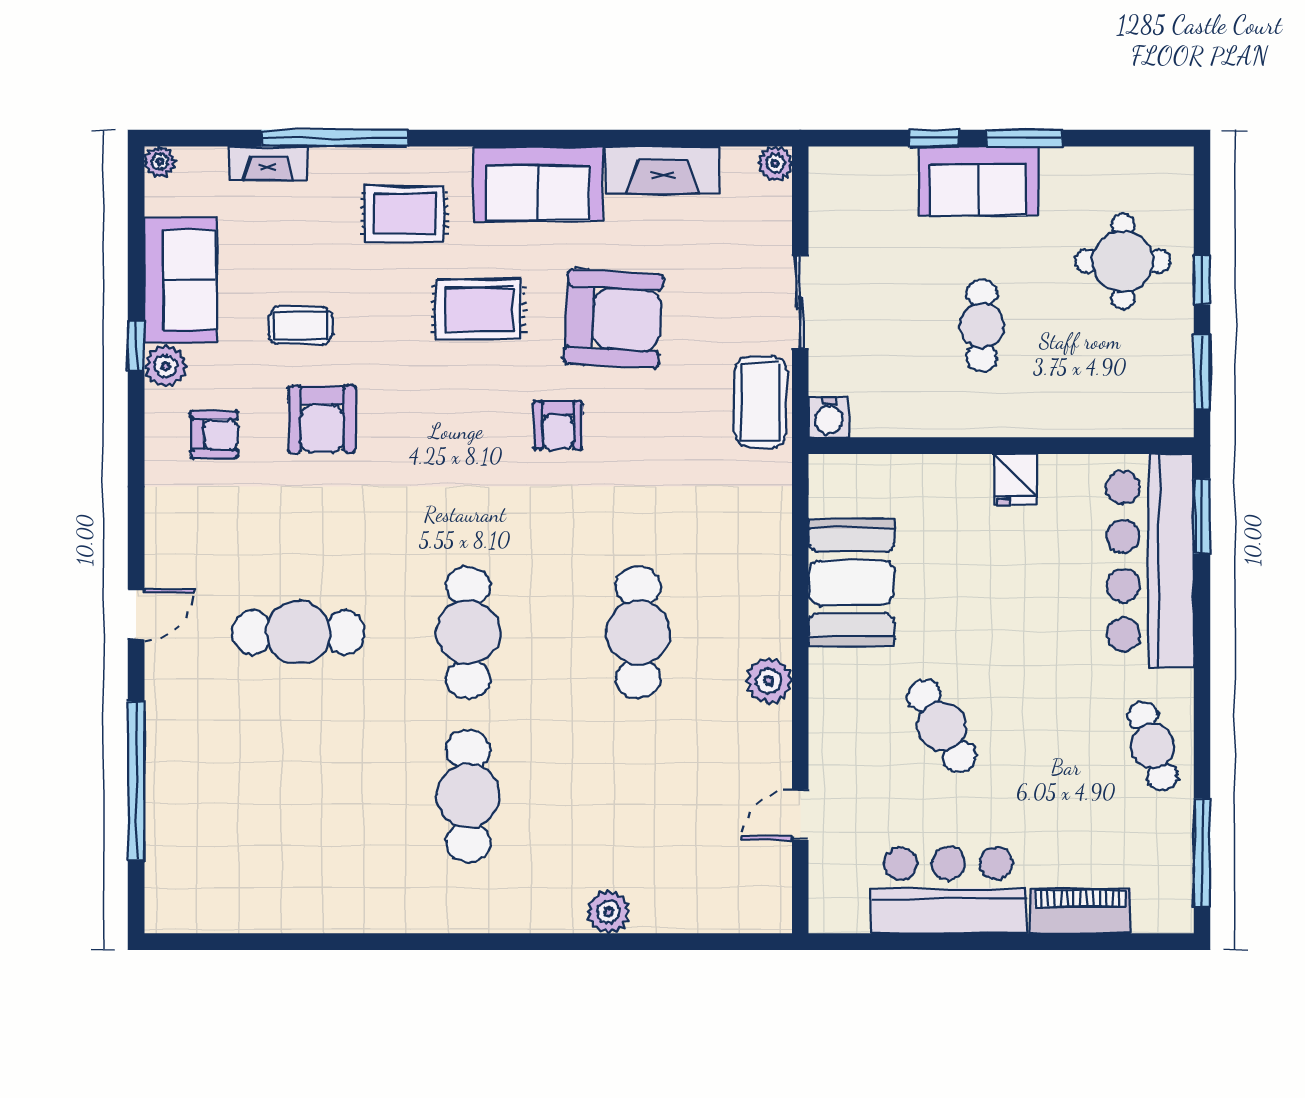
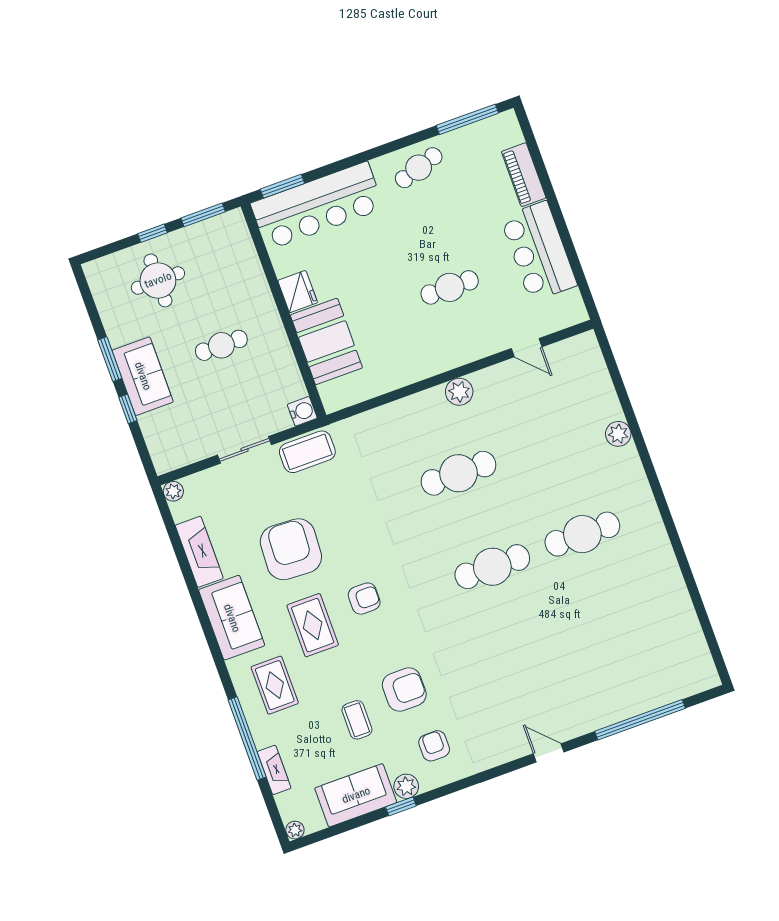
armchair: (558, 425) -> (364, 599), moved
fridge: (1016, 479) -> (298, 292), width x1.38
booth: (851, 583) -> (326, 341), moved, turned 90
cafe table: (298, 632) -> (526, 660), removed
cafe table: (942, 726) -> (450, 287), turned 30

